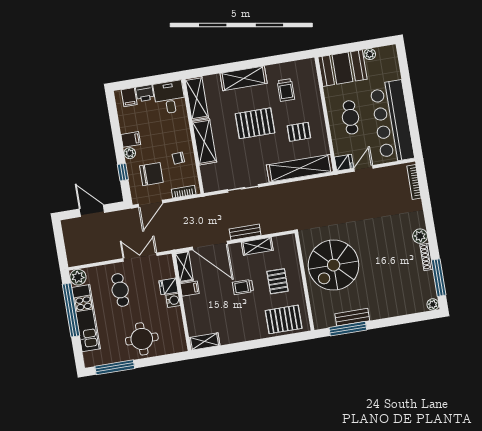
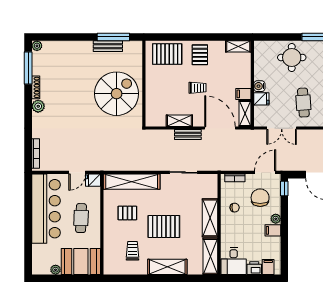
window: (123, 172) -> (284, 189), moved
chair: (151, 174) -> (260, 198), turned 90
pallet: (277, 281) -> (200, 55), moved

